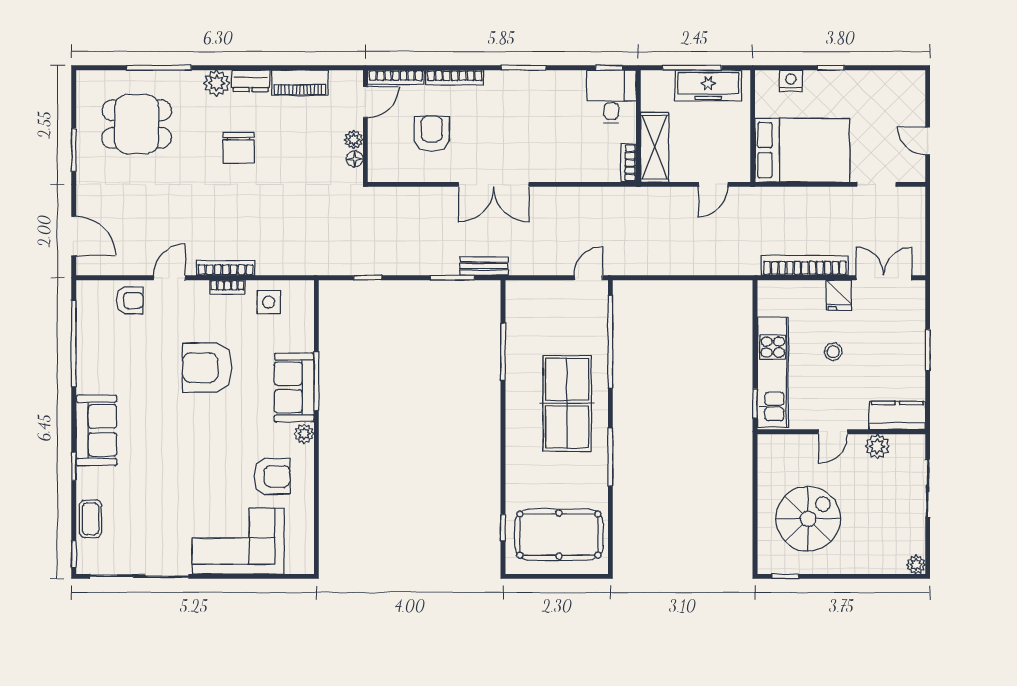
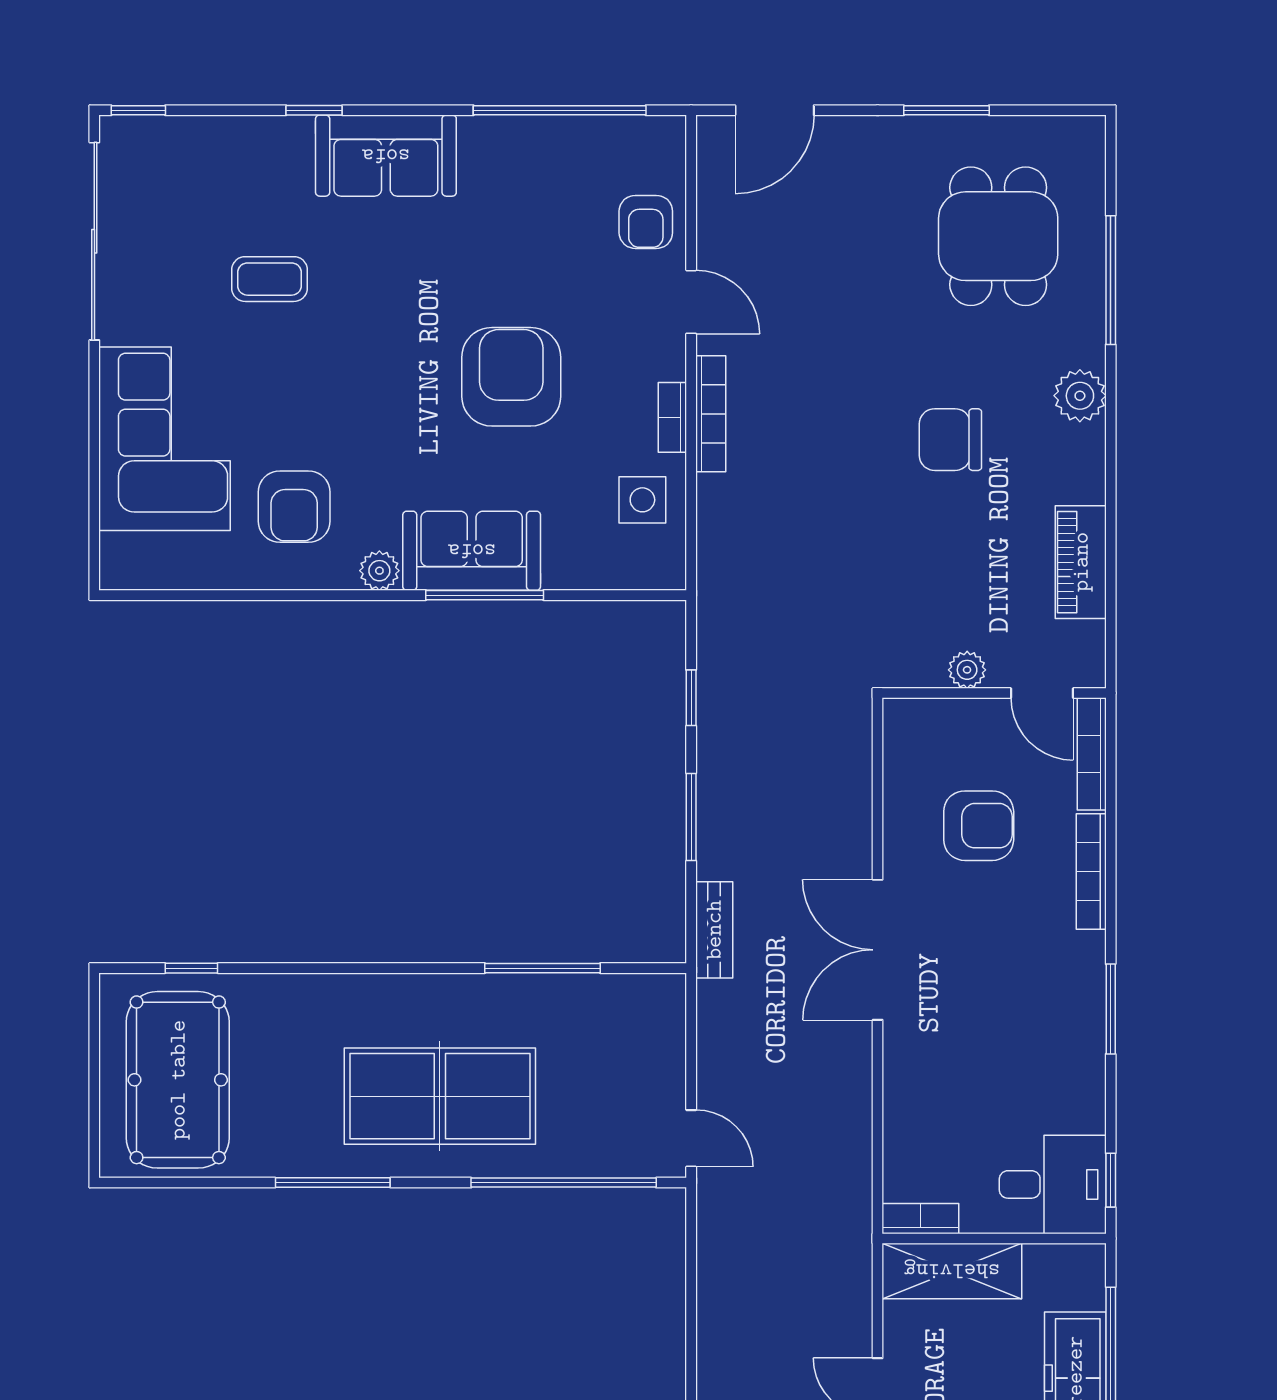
dresser: (251, 81) -> (1085, 464), removed
floor lamp: (355, 159) -> (928, 672), removed
window: (453, 278) -> (691, 817), moved
coffee table: (90, 519) -> (270, 279), moved

